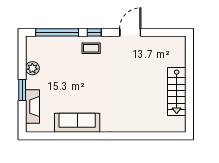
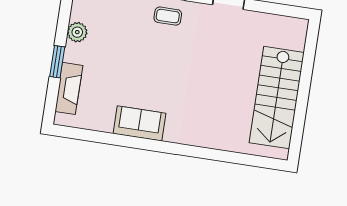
stairs: (177, 91) -> (277, 98), width x1.36, depth x1.51
sofa: (77, 123) -> (139, 123), width x0.73

